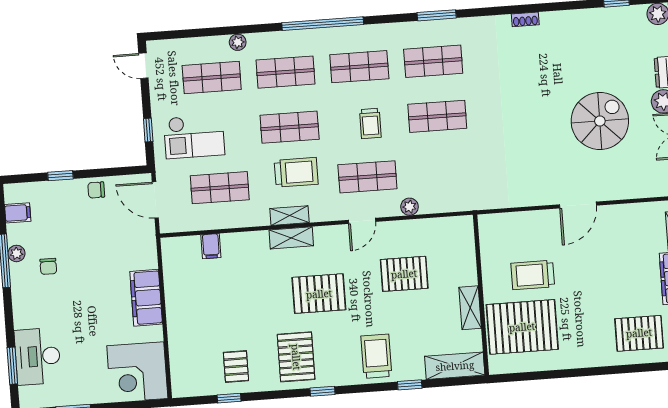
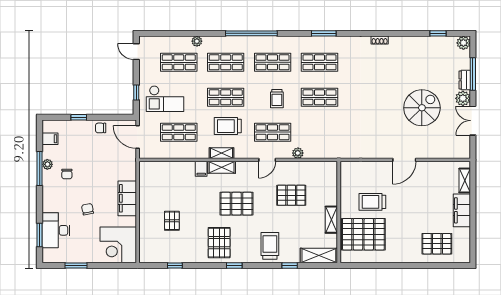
trolley: (296, 172) -> (228, 126), turned 180
filing cabinet: (211, 246) -> (201, 169), moved
chair: (85, 320) -> (88, 209), added
pallet: (236, 366) -> (172, 221), moved

